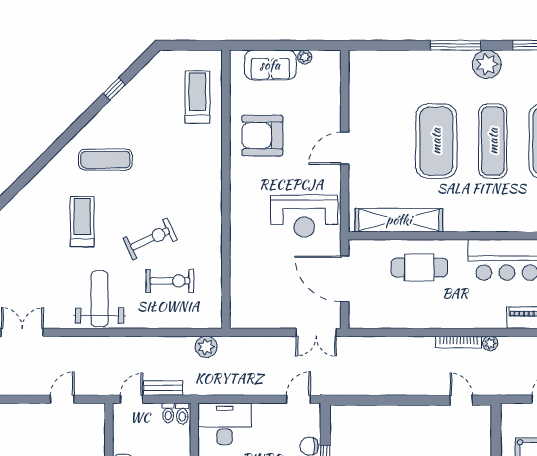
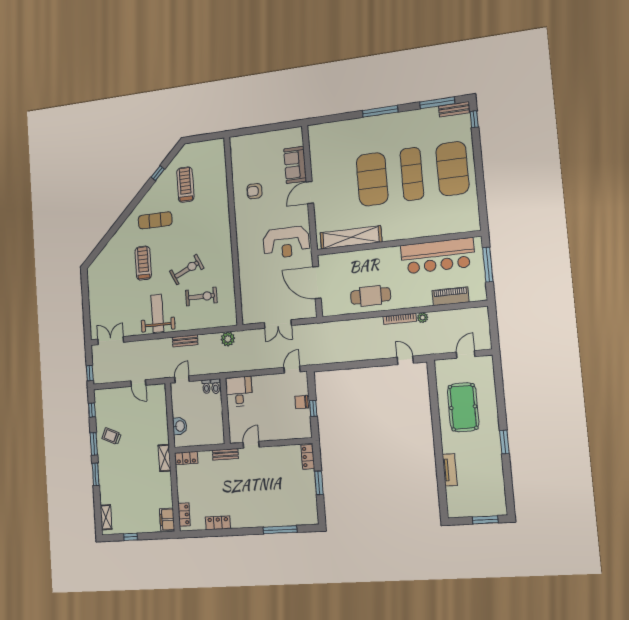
plant: (305, 57) -> (278, 134), removed
plant: (487, 64) -> (403, 121), removed
sofa: (270, 65) -> (295, 165), moved, turned 90
treadmill: (197, 97) -> (185, 185), moved
armchair: (262, 136) -> (254, 191), width x0.53, depth x0.53
cafe table: (419, 268) -> (371, 296), moved
double door: (316, 332) -> (278, 324), moved
bench: (163, 388) -> (185, 341), moved
door: (62, 399) -> (138, 383), swing flipped
desk: (225, 424) -> (239, 391), width x0.73

